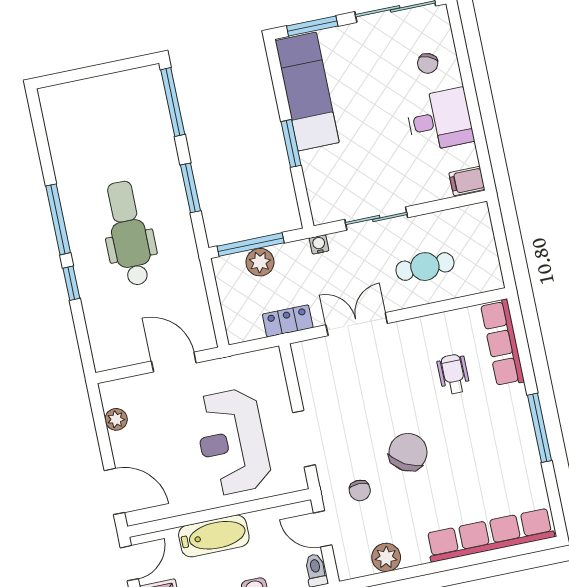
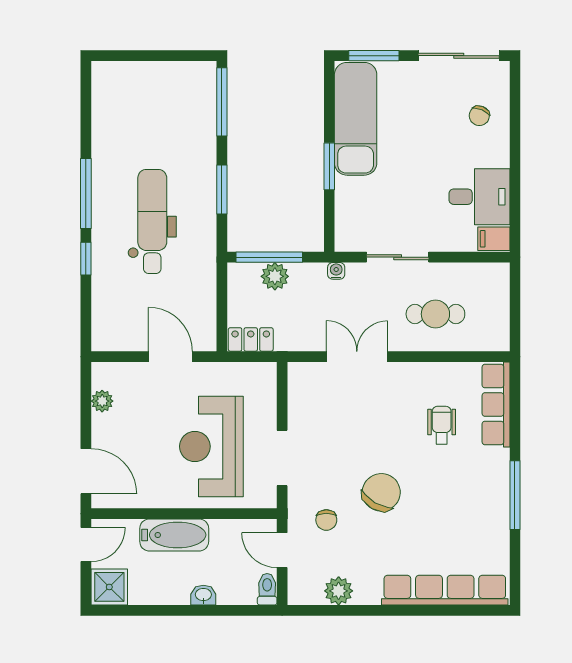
desk: (440, 120) -> (479, 197), moved
locker: (288, 321) -> (251, 339), moved

